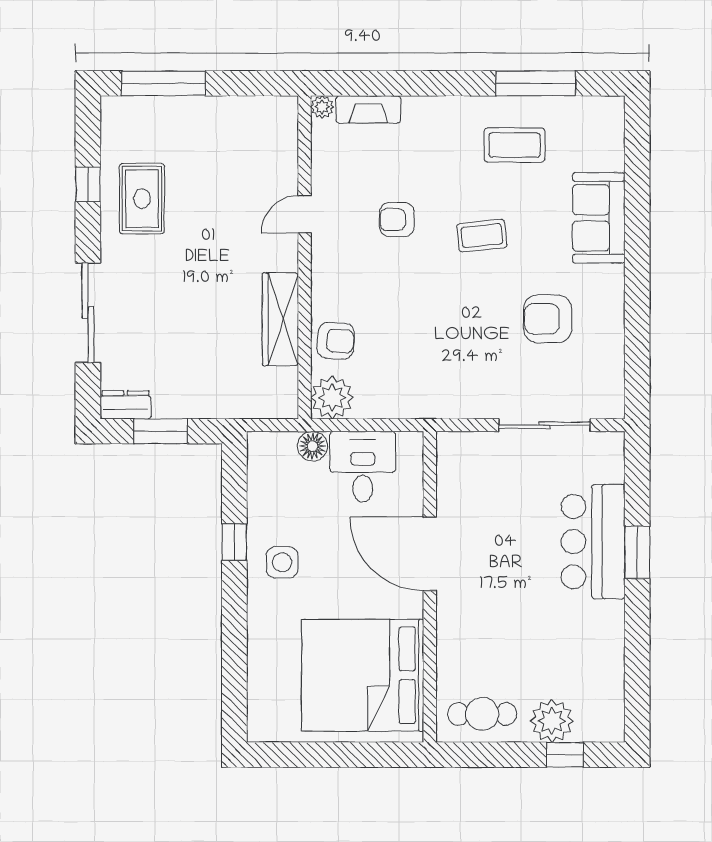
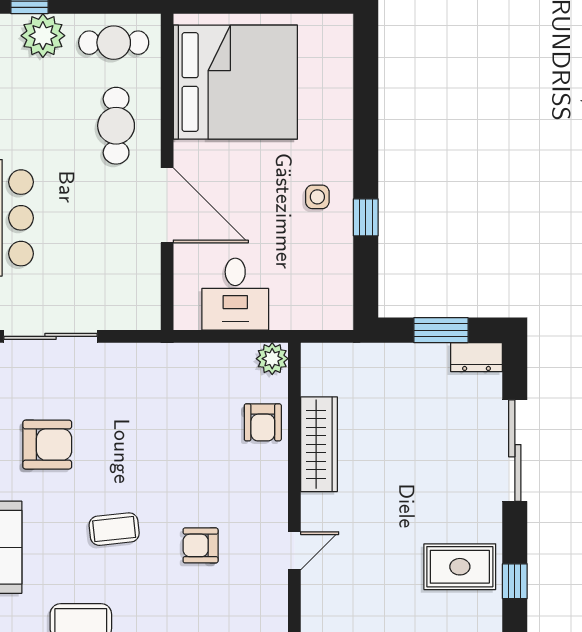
rug: (142, 199) -> (460, 567), turned 90
armchair: (397, 220) -> (201, 545), turned 180
armchair: (336, 341) -> (263, 422), turned -94
plant: (332, 398) -> (272, 359), width x0.73, depth x0.73
floor lamp: (313, 446) -> (286, 315), removed
side table: (282, 562) -> (317, 197), width x0.73, depth x0.73
cafe table: (480, 632) -> (116, 126), added

